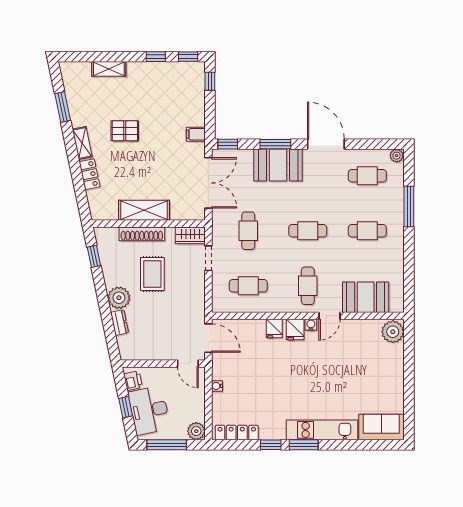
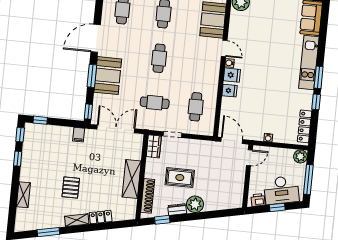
shoe rack: (142, 234) -> (148, 196), moved
cafe table: (308, 286) -> (200, 62), removed
dresser: (120, 323) -> (177, 210), moved
door: (208, 338) -> (232, 141), hinge flipped

